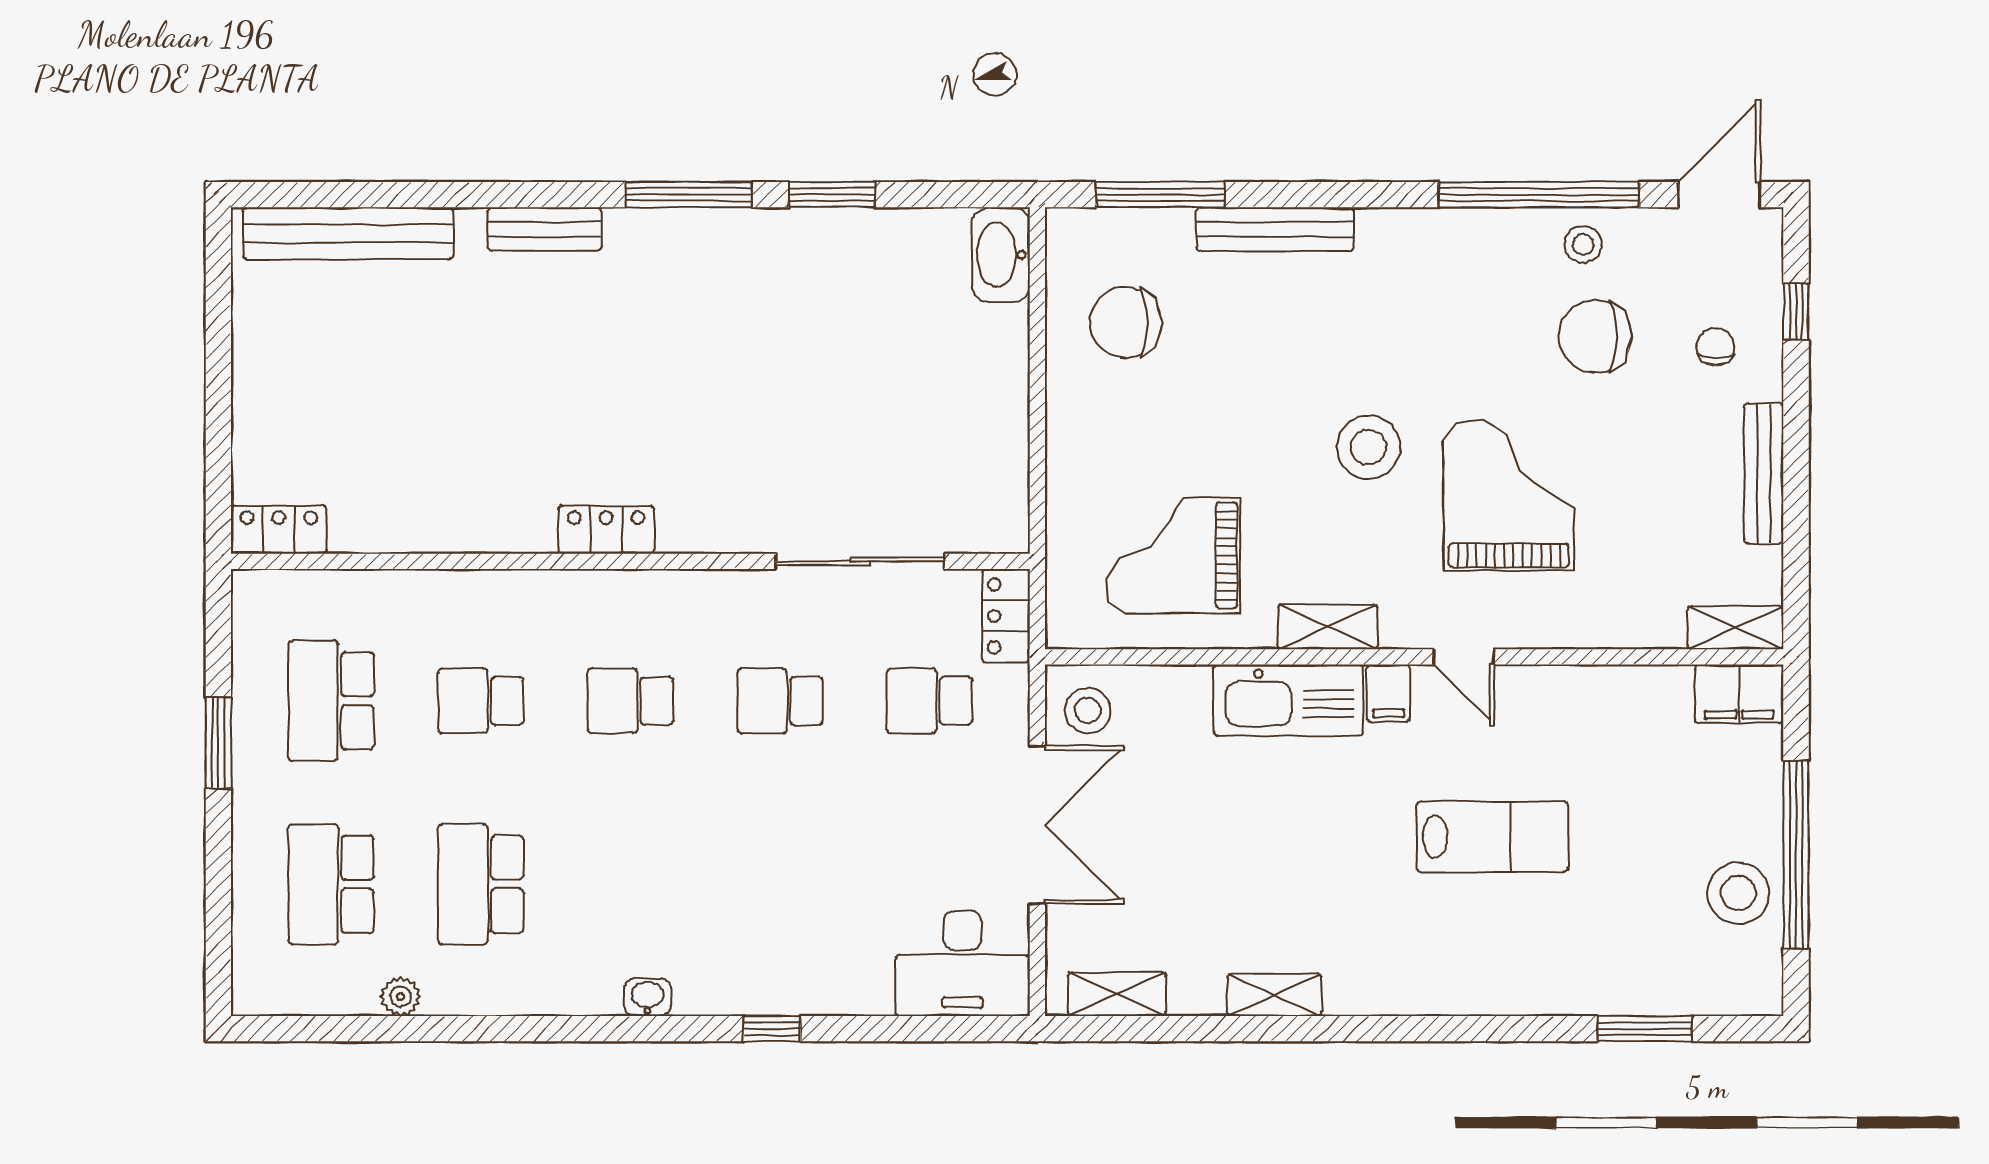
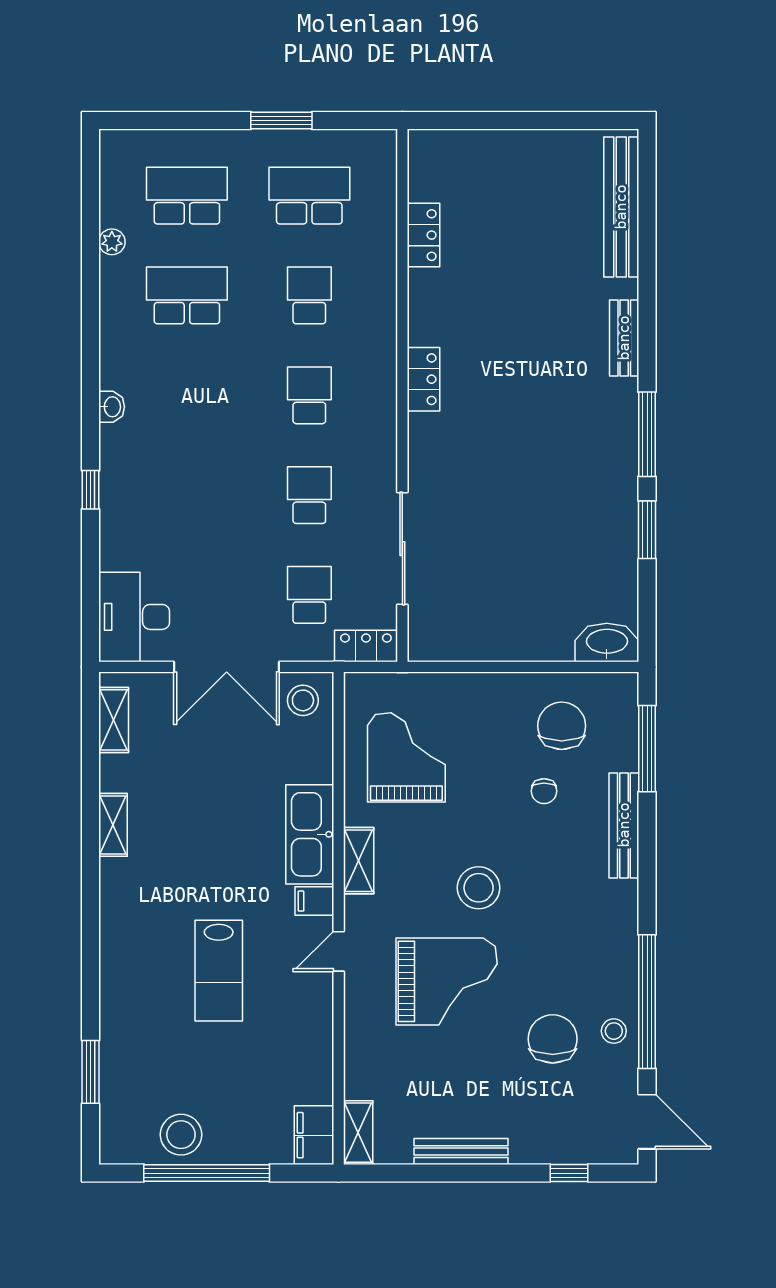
chair: (1715, 347) -> (544, 791), moved, turned 90
locker: (279, 530) -> (423, 235), moved

